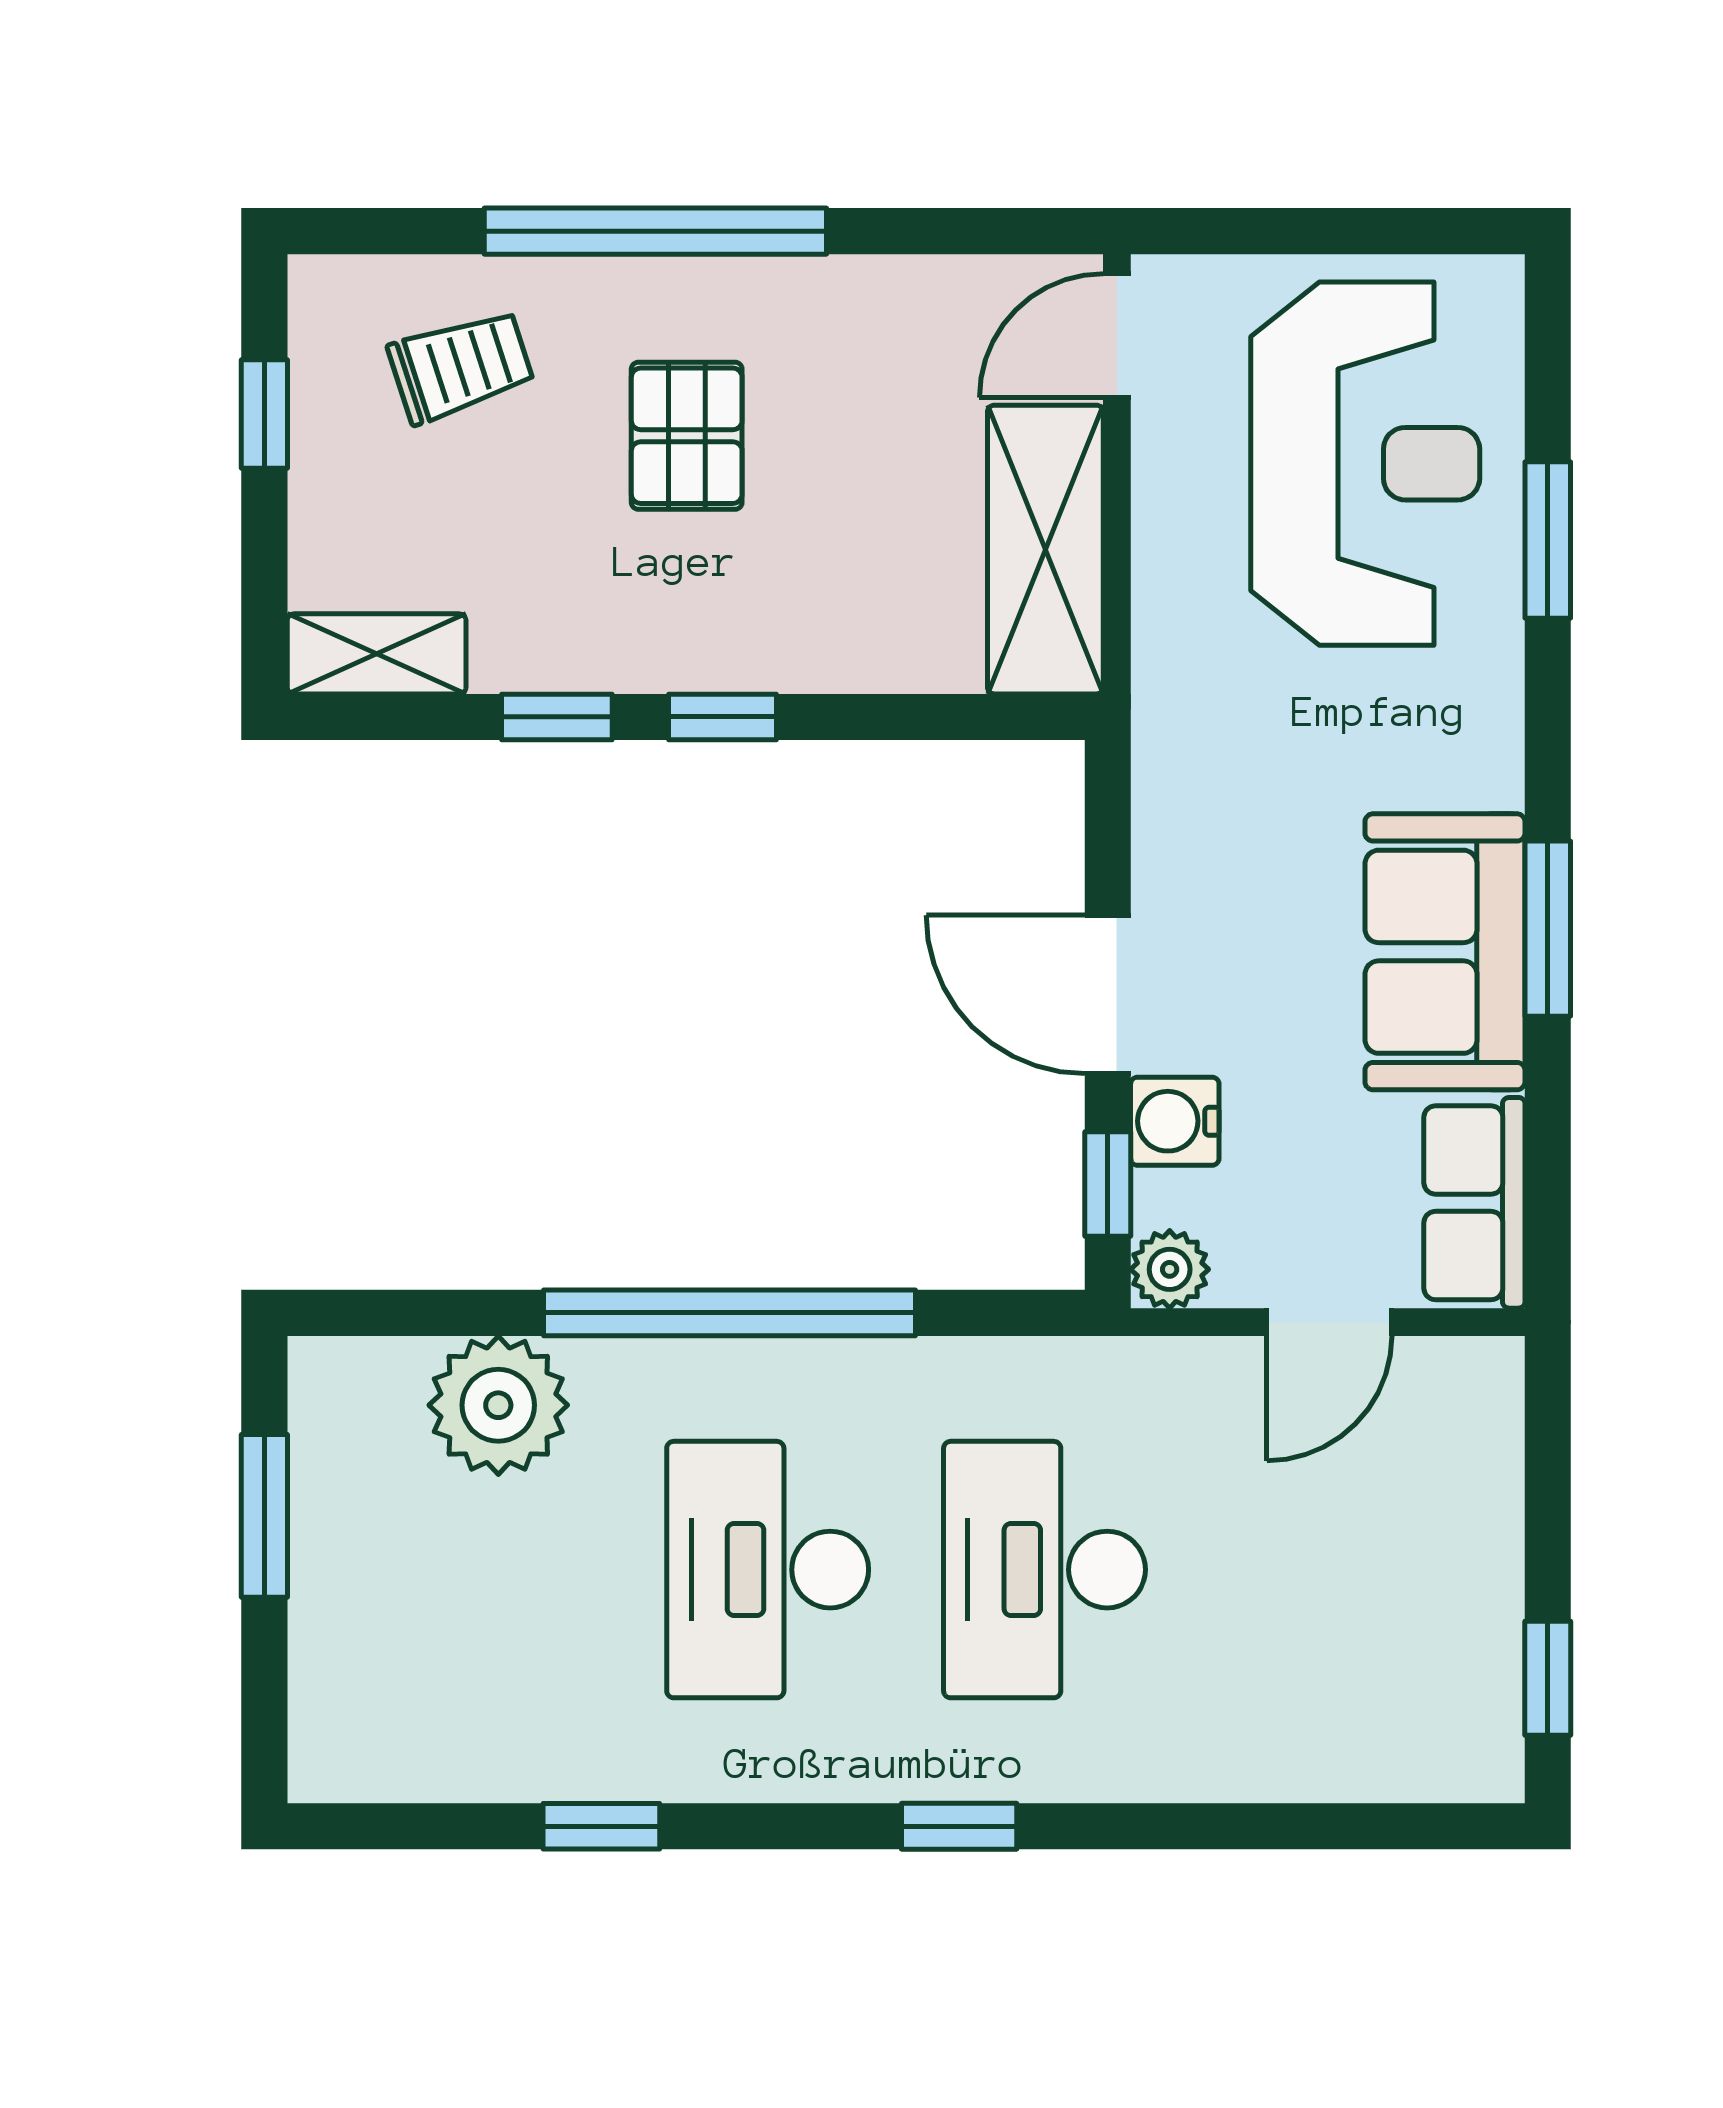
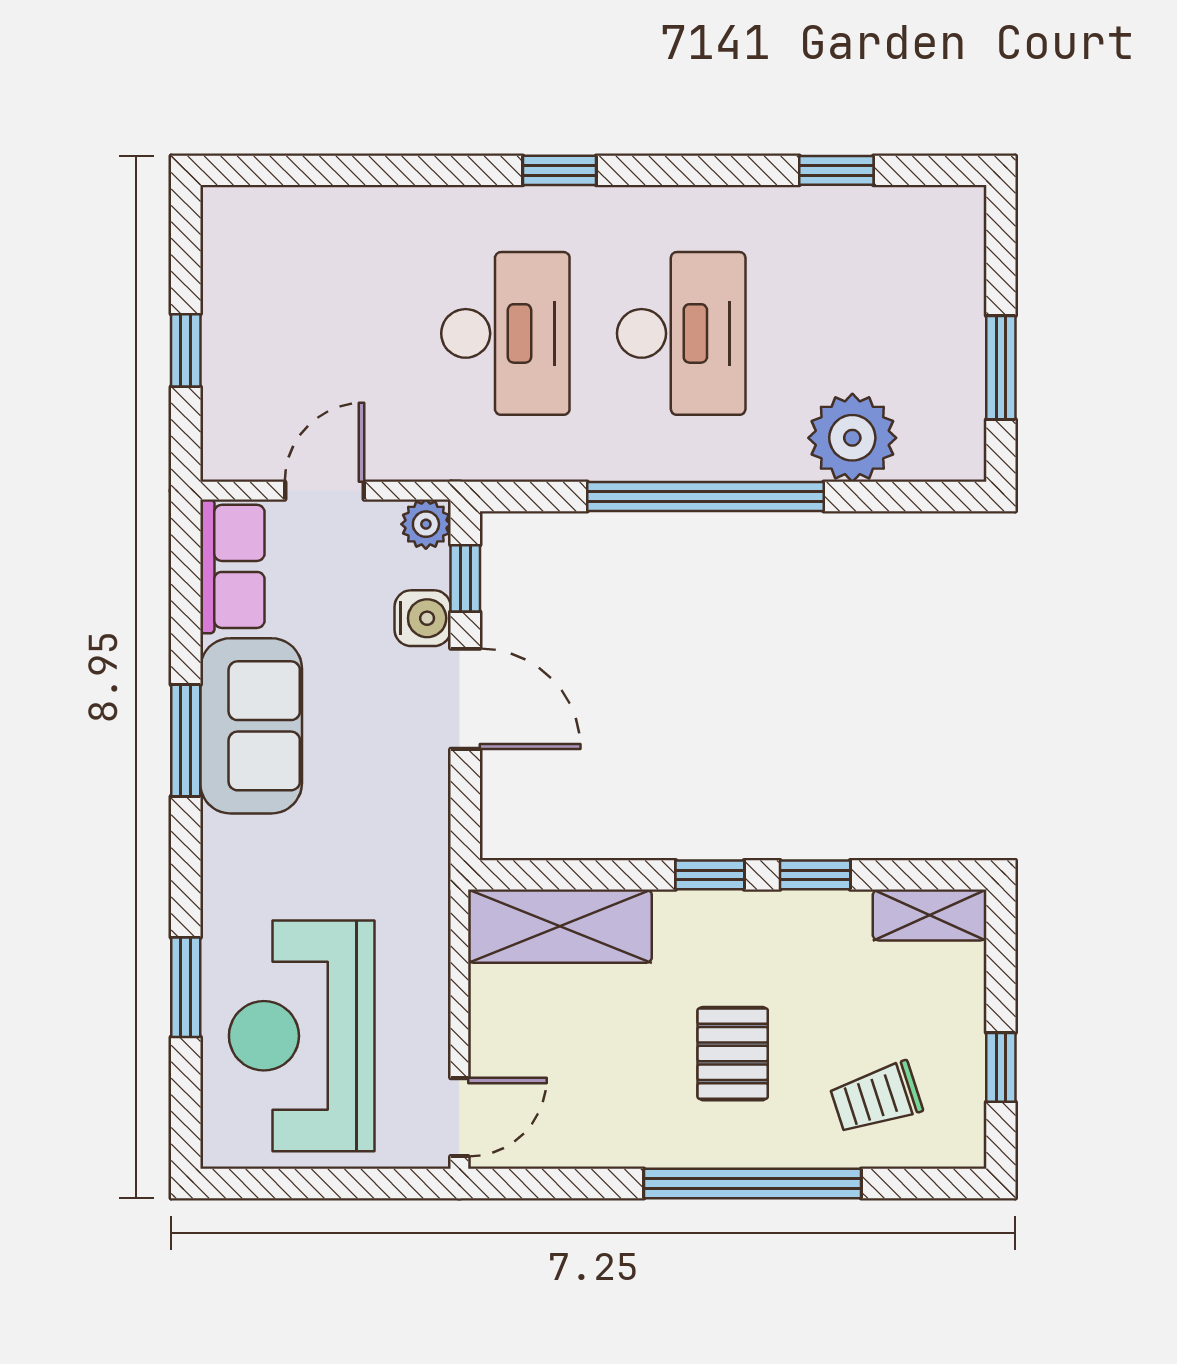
shelving: (1045, 550) -> (560, 926), moved, turned 90
window: (1548, 1678) -> (186, 350), moved
window: (601, 1826) -> (836, 170), moved

